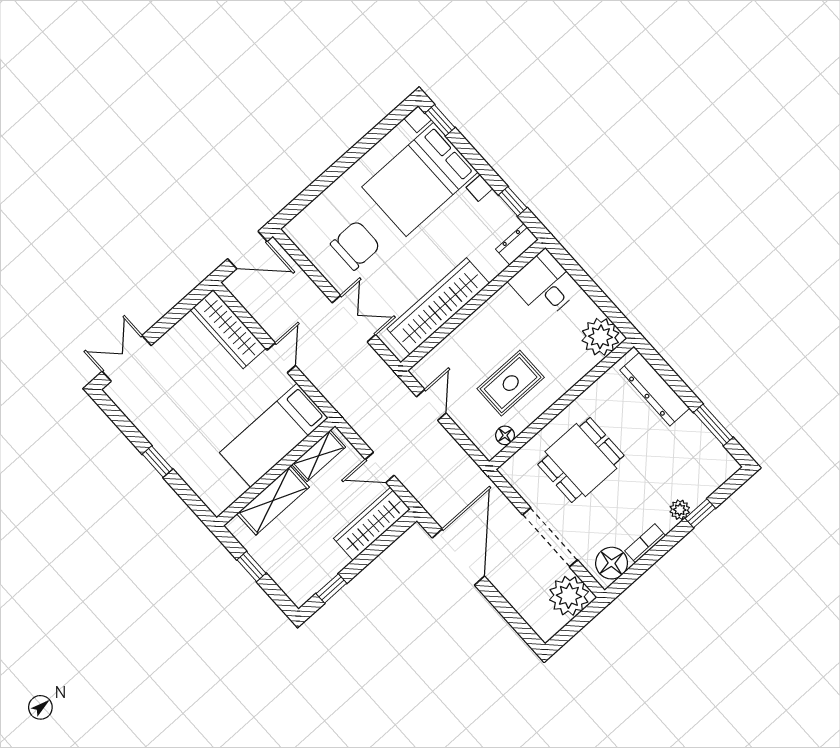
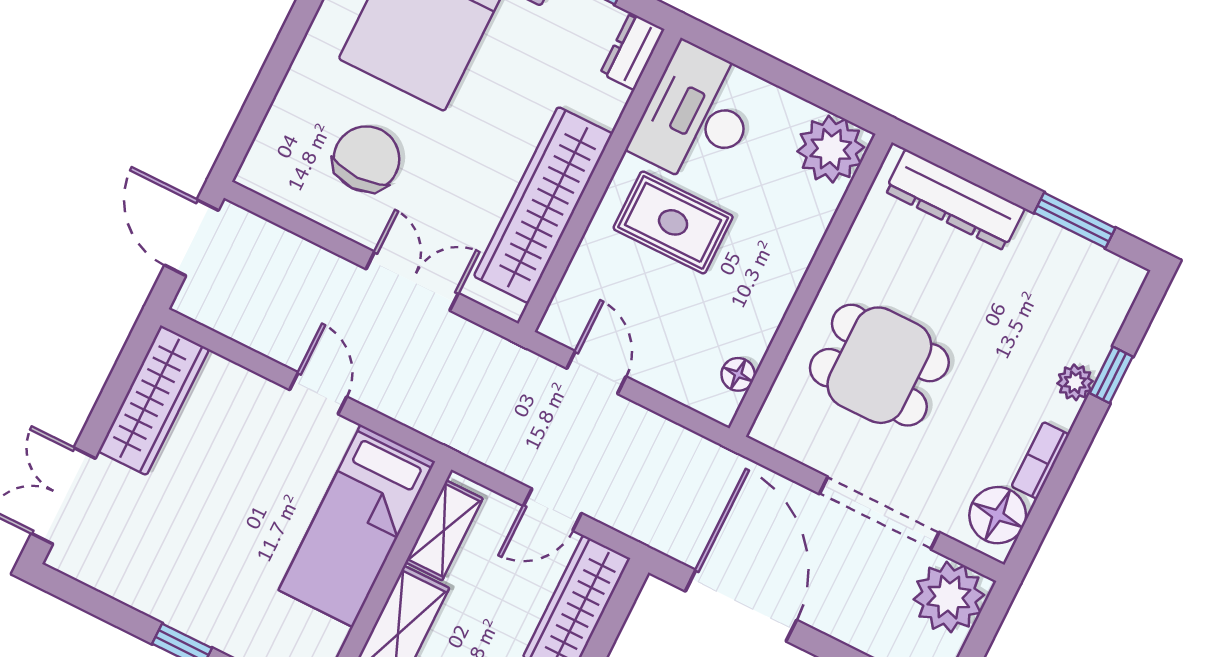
door: (247, 250) -> (191, 238), swing flipped
desk: (545, 285) -> (697, 115), width x1.37
wardrobe: (228, 329) -> (154, 400), moved, turned -90
rug: (511, 383) -> (673, 222), moved, turned 90
dining table: (581, 460) -> (879, 365), turned 90

